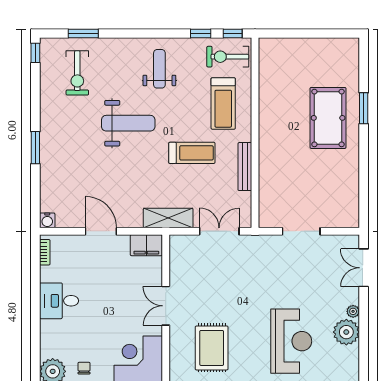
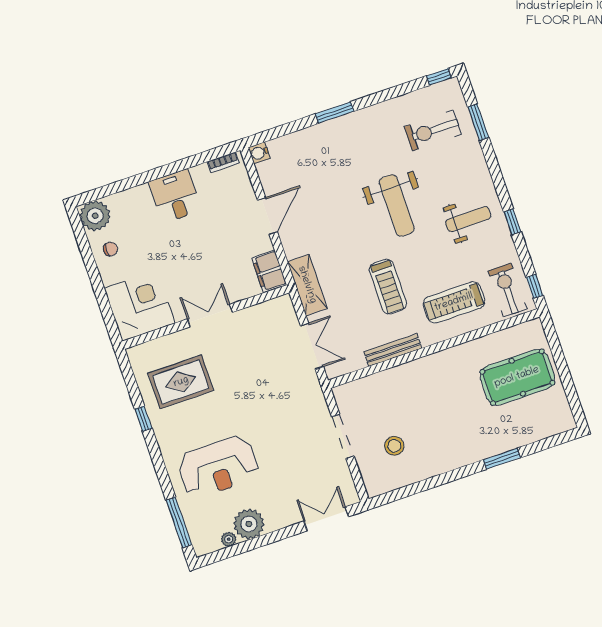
window: (201, 34) -> (512, 222), moved
pool table: (328, 118) -> (517, 377), moved
stool: (323, 192) -> (394, 446), added
plant: (353, 311) -> (229, 539), moved

